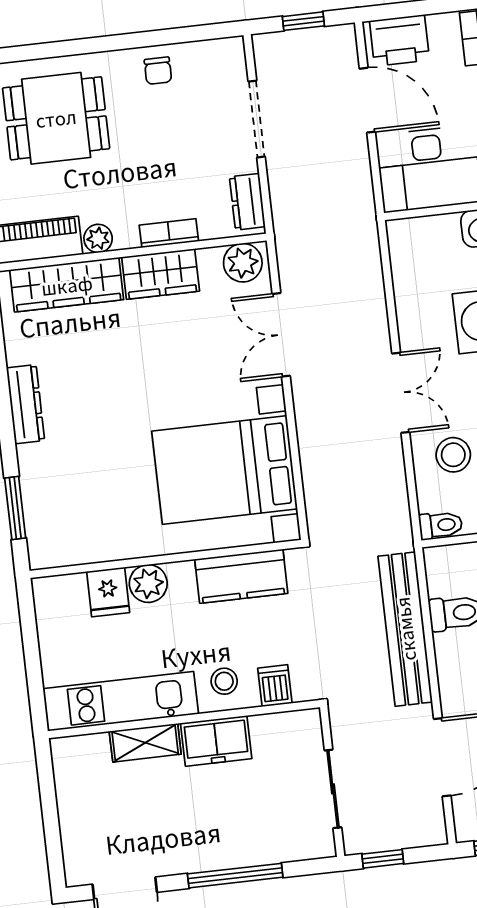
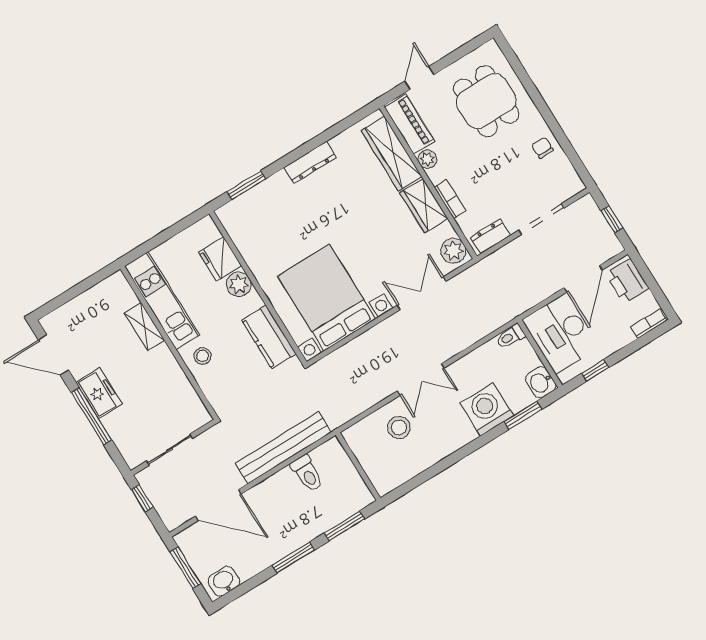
chair: (158, 71) -> (542, 148), turned 90
toilet: (441, 525) -> (510, 337), moved, turned 90
fridge: (108, 592) -> (220, 259), width x1.38
dishwasher: (275, 686) -> (214, 387), removed
freezer: (216, 741) -> (99, 393), moved, turned 180

